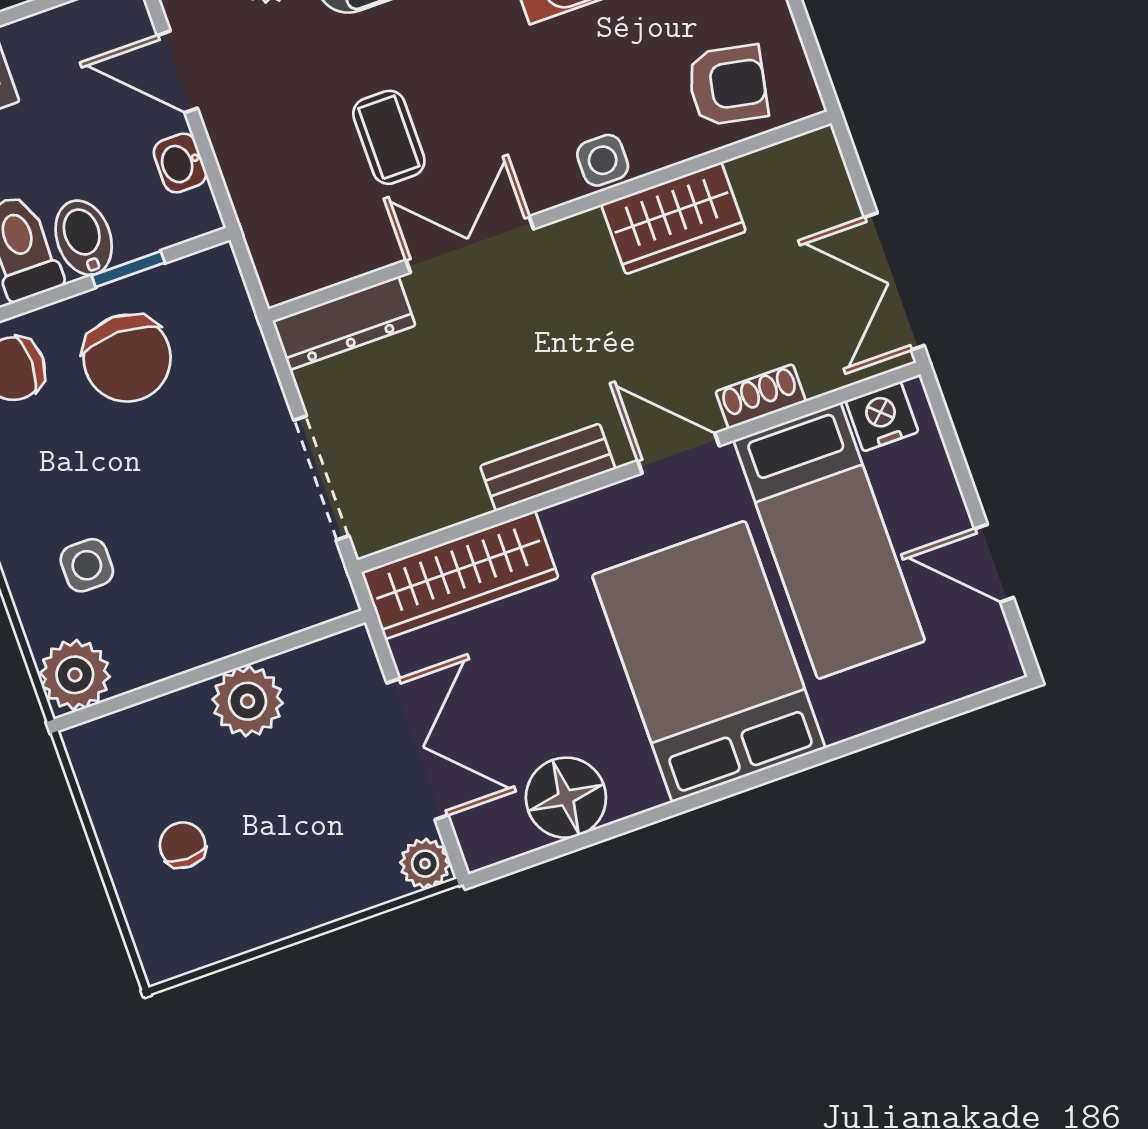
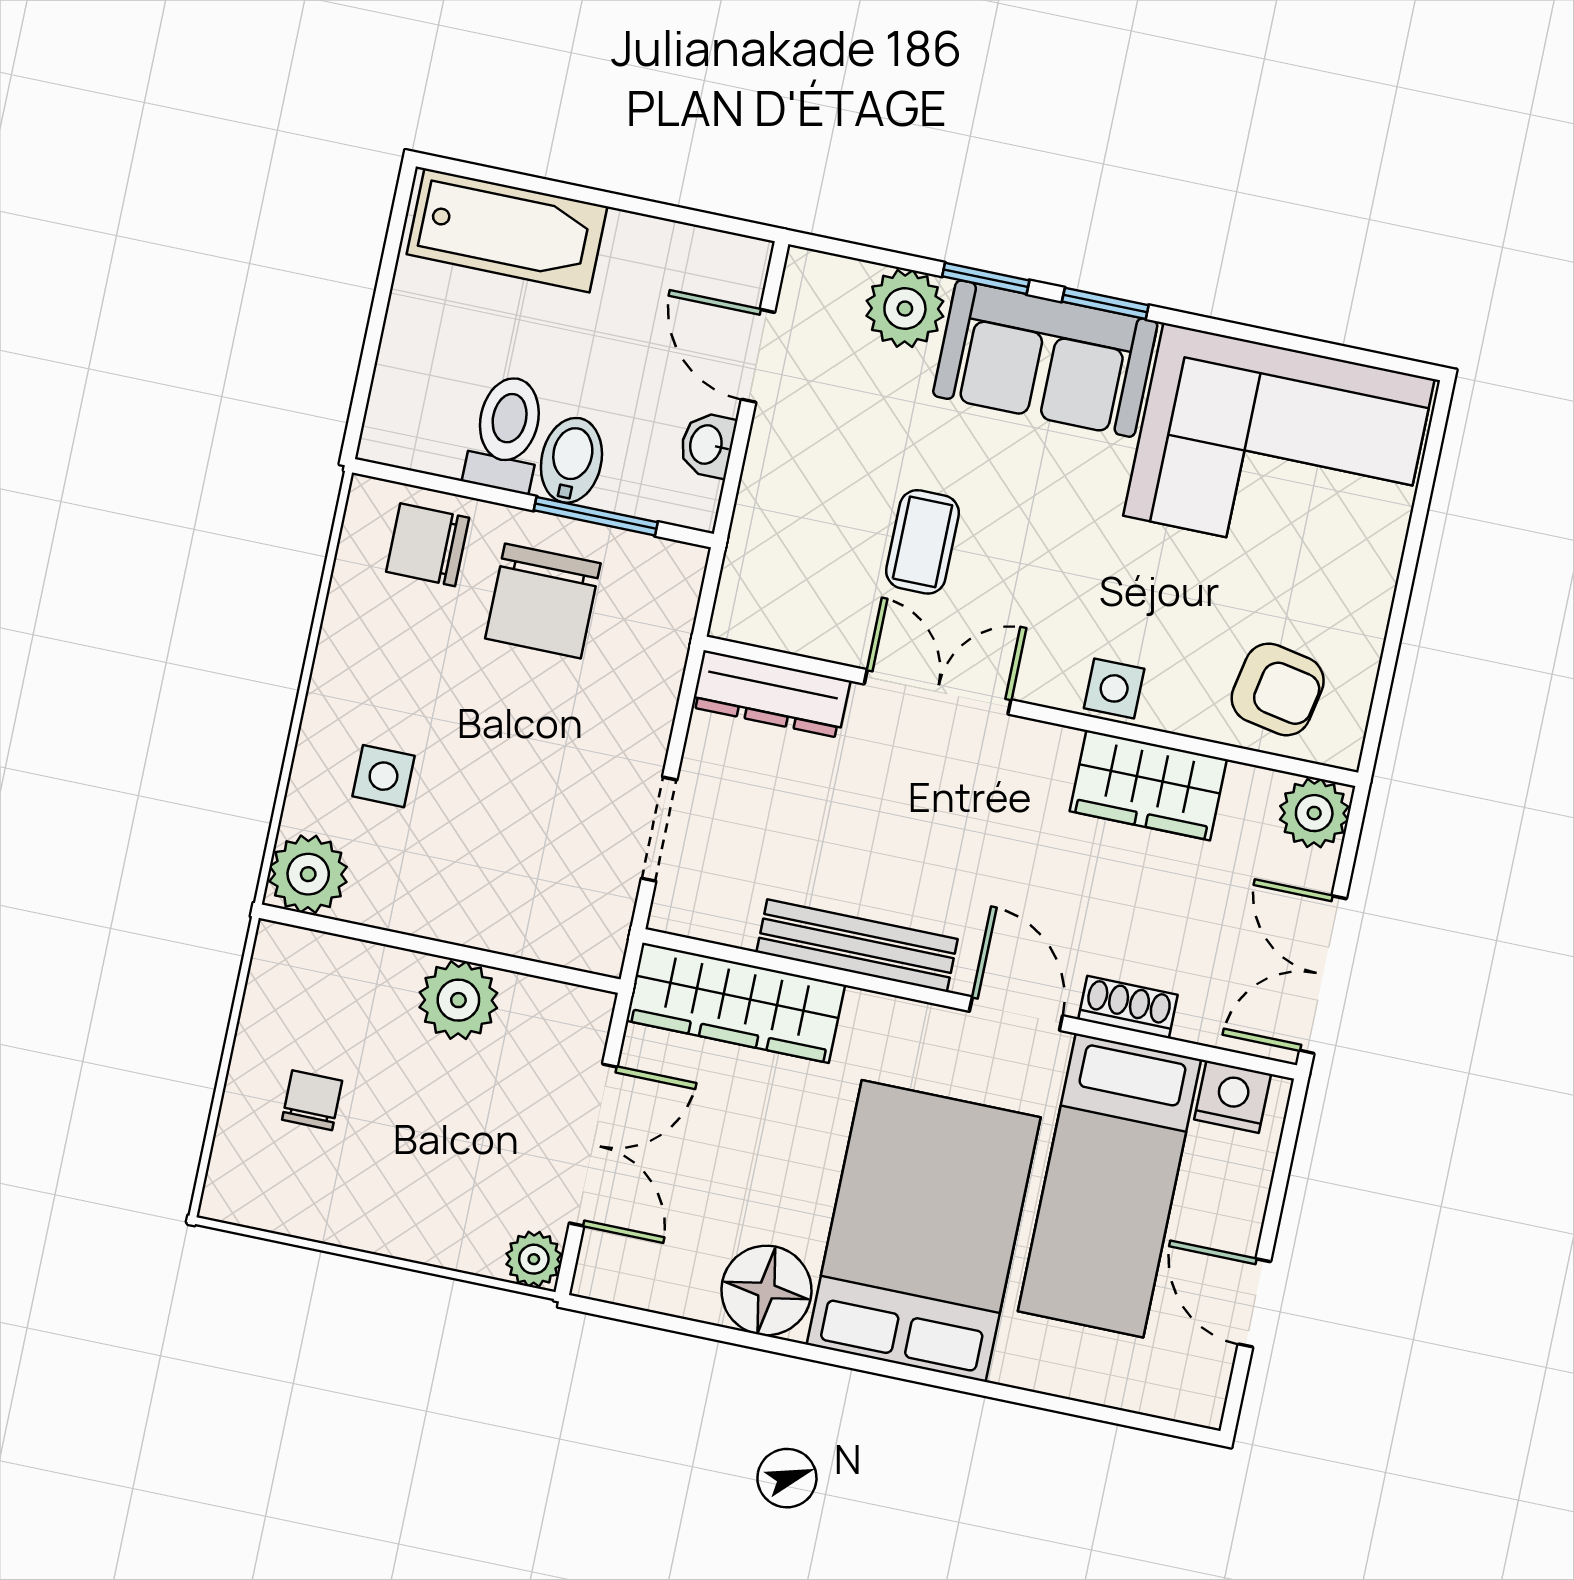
plant: (813, 162) -> (1314, 813), added
window: (128, 269) -> (596, 516), width x1.50
bench: (548, 467) -> (857, 946), width x1.36
doorway: (321, 478) -> (659, 829), width x0.73
floor lamp: (566, 798) -> (766, 1290), moved

